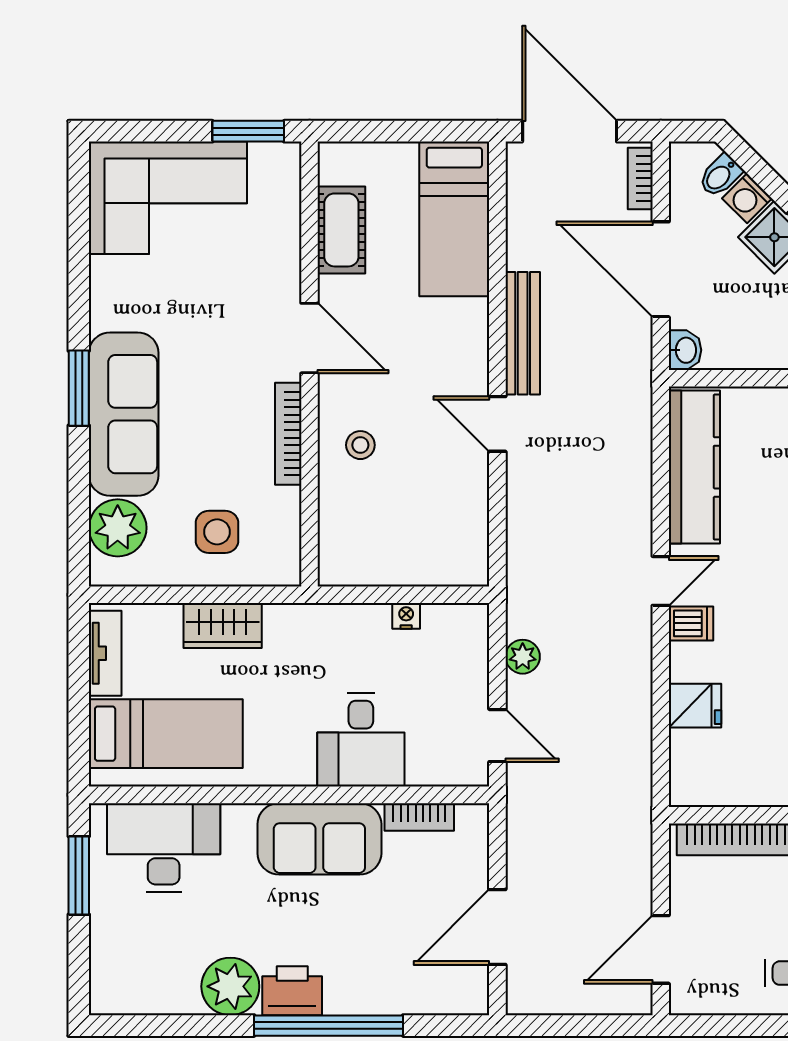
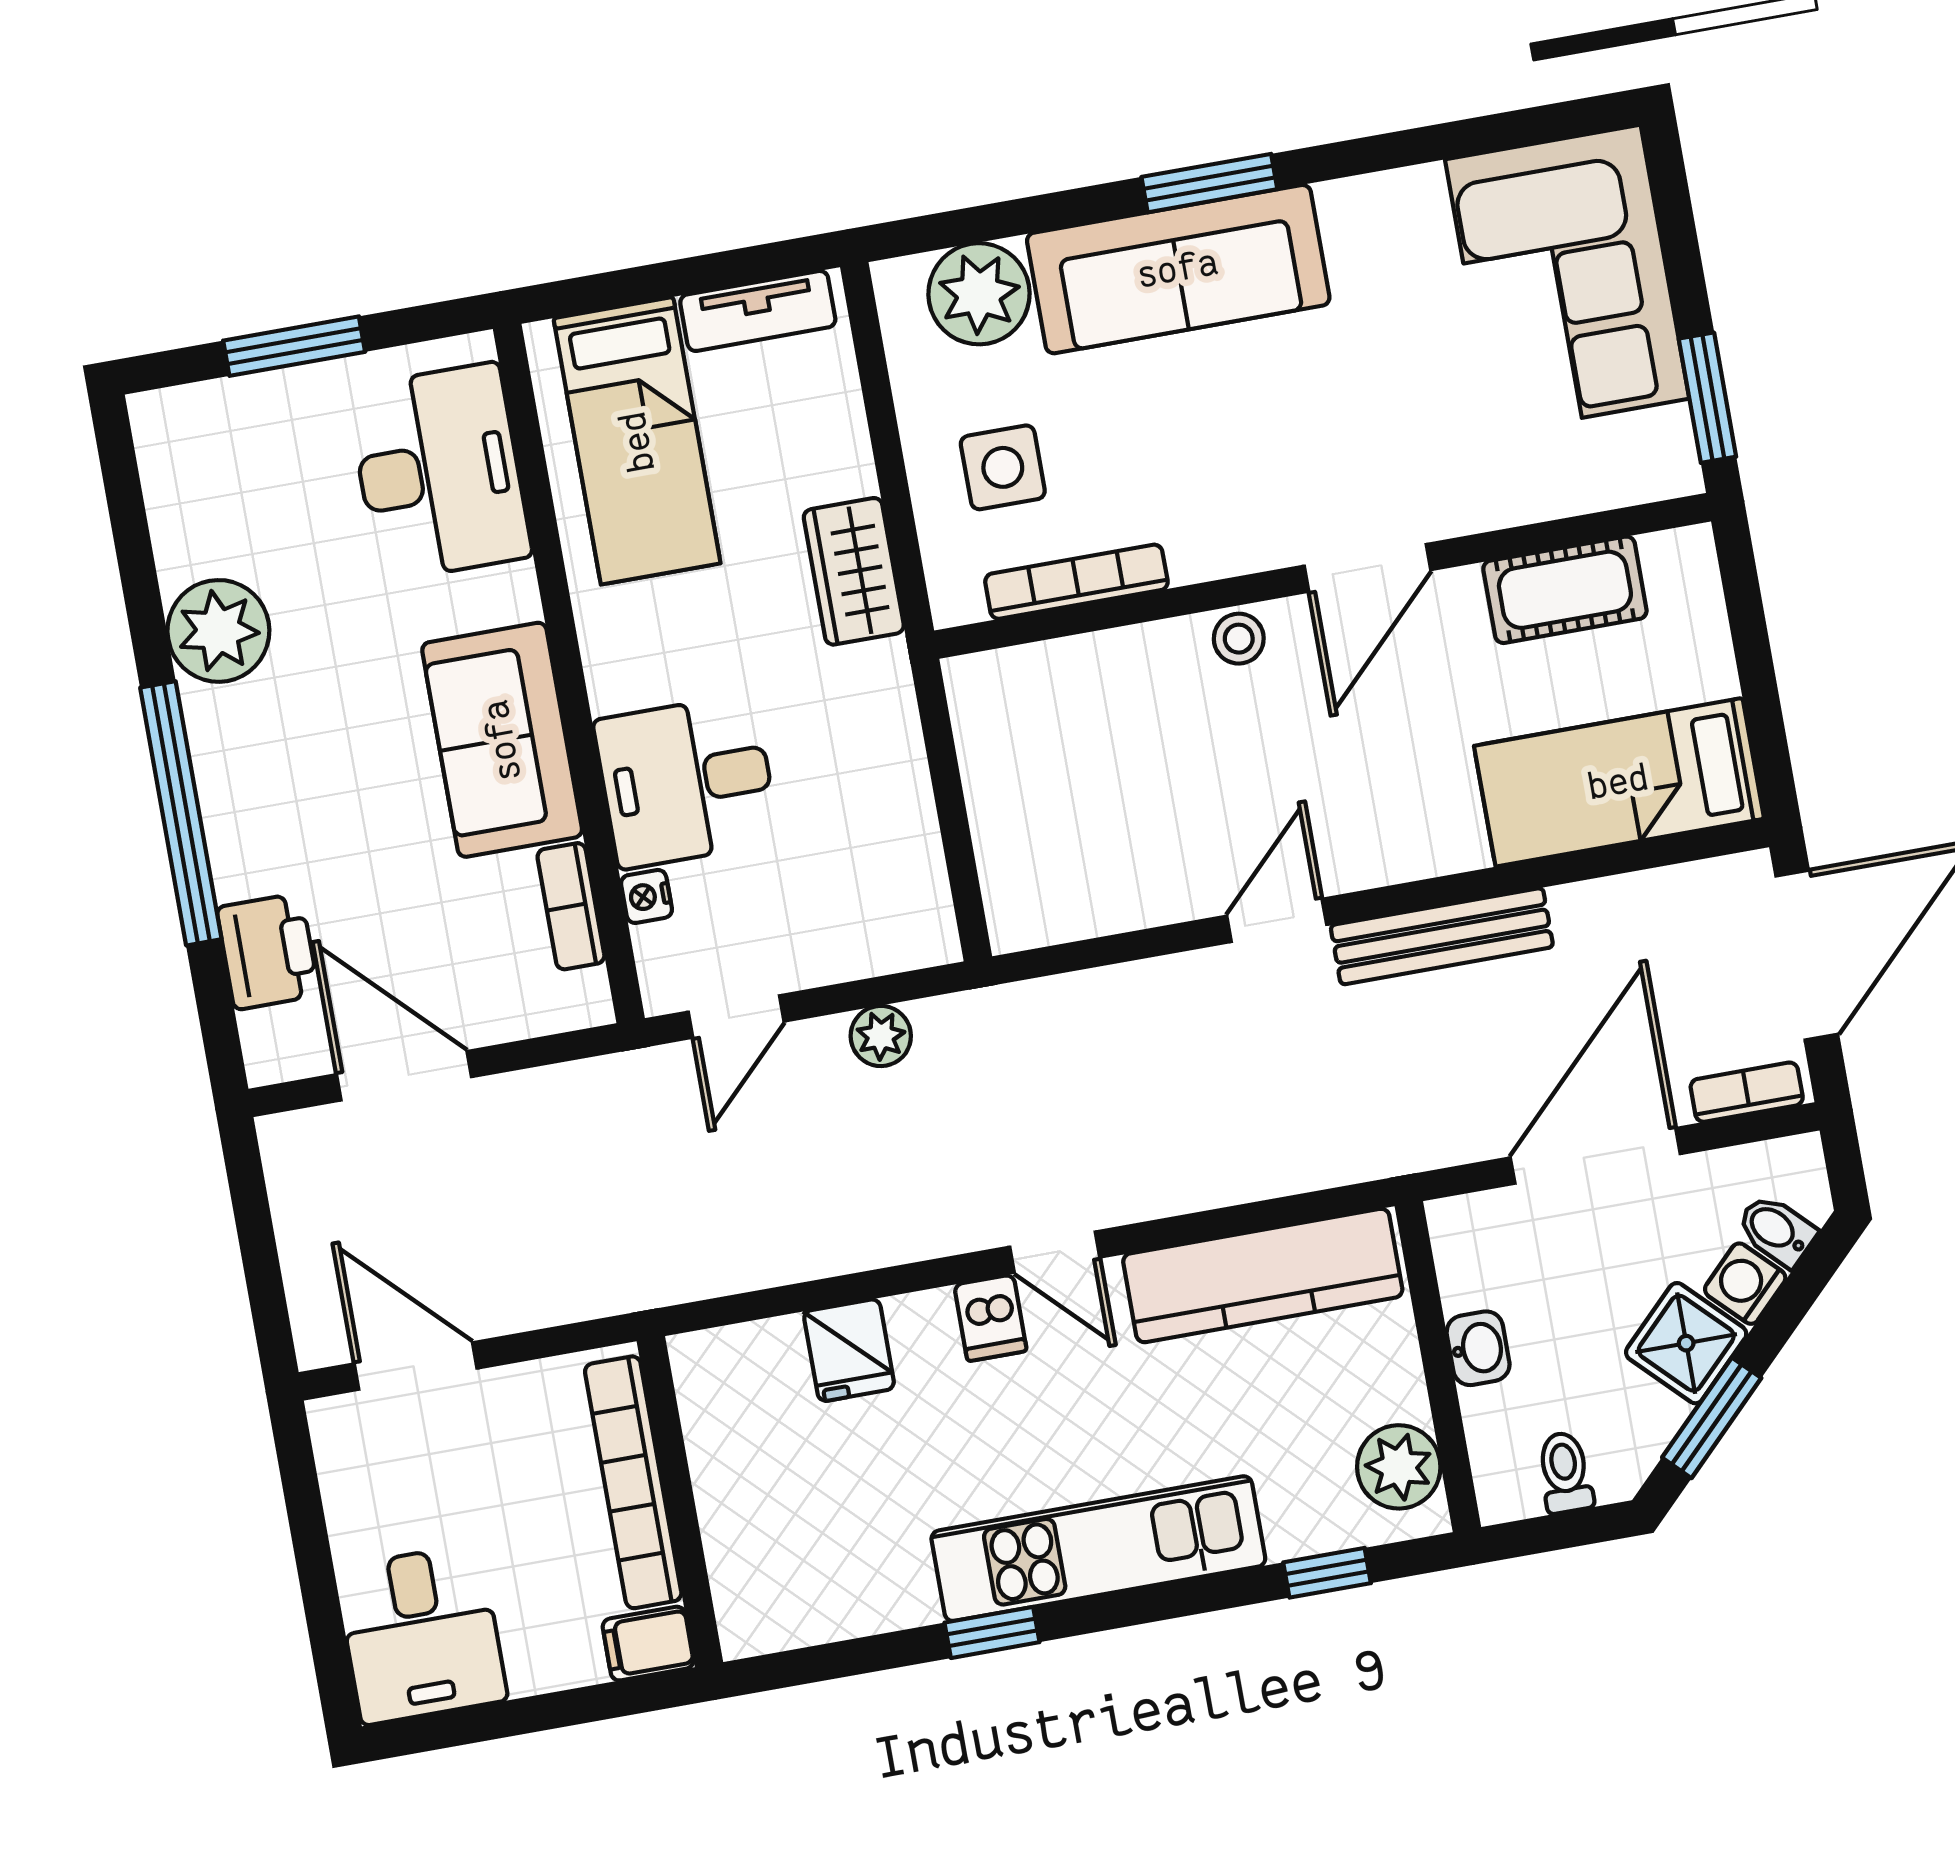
washbasin: (685, 350) -> (1478, 1348), moved, turned -90
bookcase: (288, 434) -> (1076, 582), moved
stool: (360, 445) -> (1239, 639), moved
nightstand: (406, 616) -> (647, 896), moved, turned 180
wardrobe: (223, 626) -> (854, 571), moved
window: (79, 875) -> (294, 346), moved
printer: (292, 991) -> (268, 951), moved

